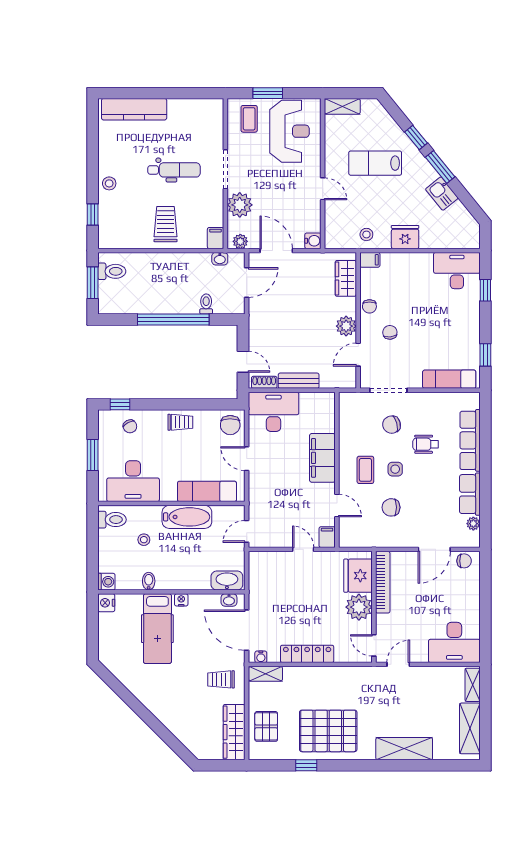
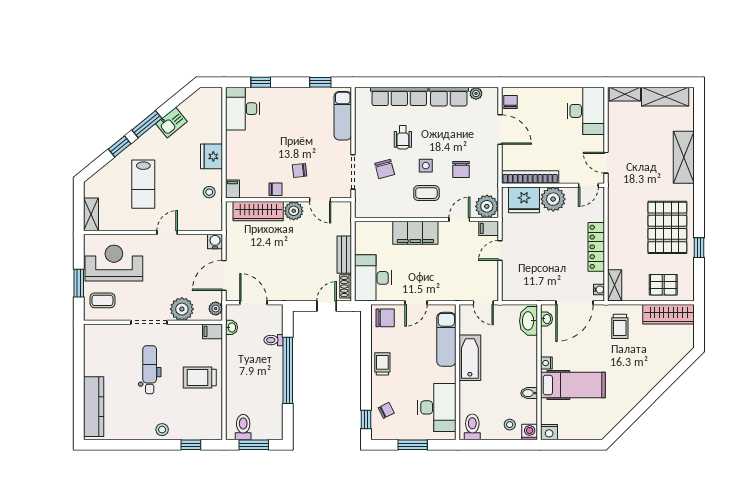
wardrobe: (346, 278) -> (258, 211), width x1.50
plant: (351, 535) -> (487, 206), added
stool: (144, 540) -> (510, 425), moved

